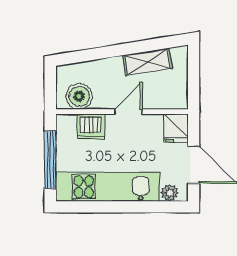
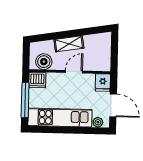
shelving: (148, 62) -> (69, 44), moved
dishwasher: (91, 127) -> (37, 80), moved

